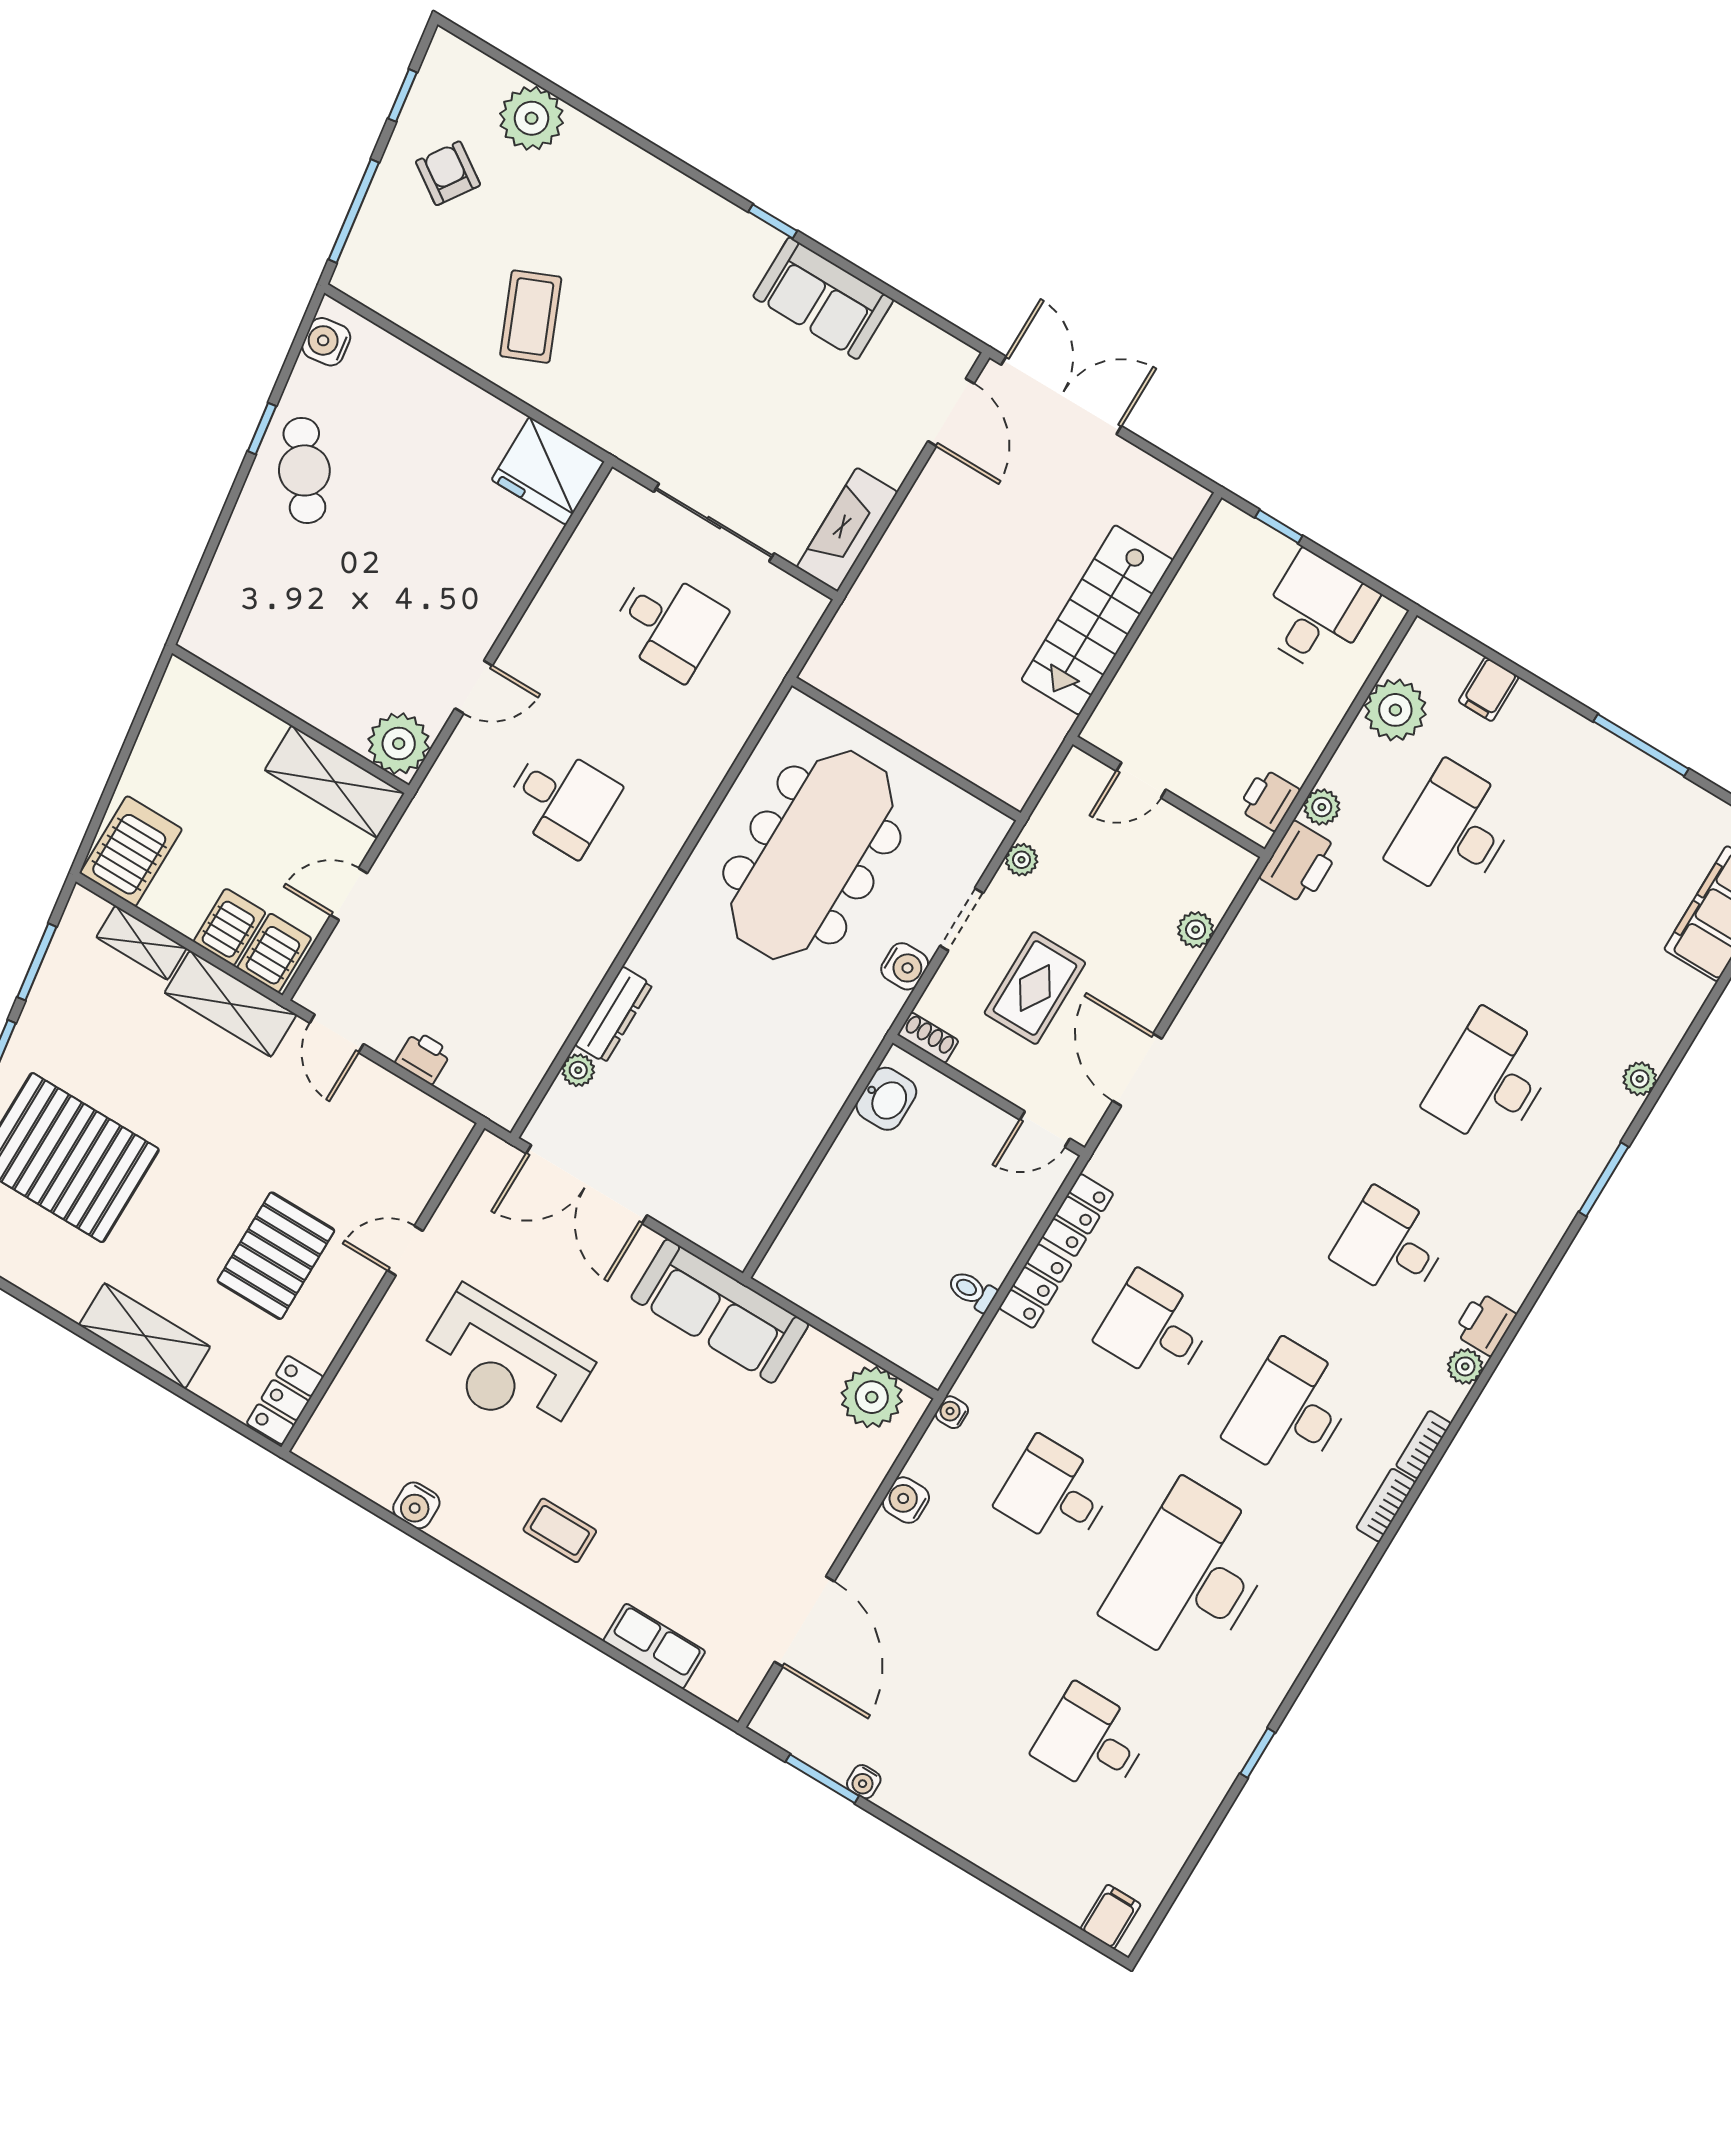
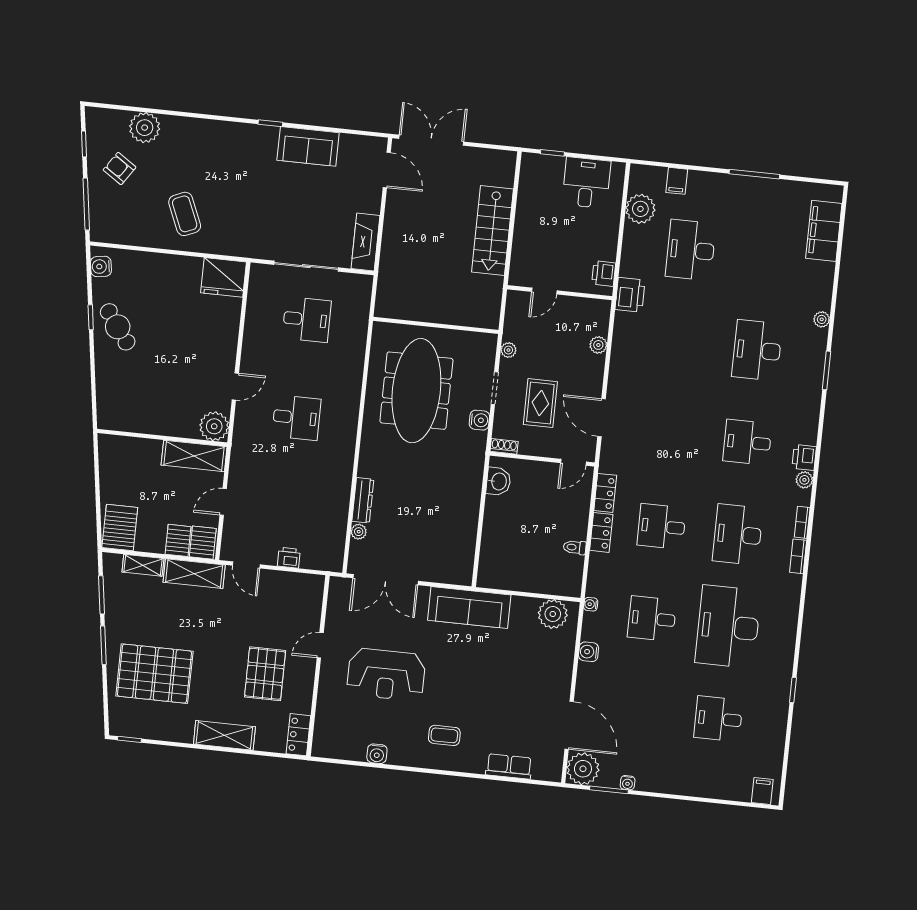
plant: (1322, 807) -> (583, 769), moved, width x1.87, depth x1.87

